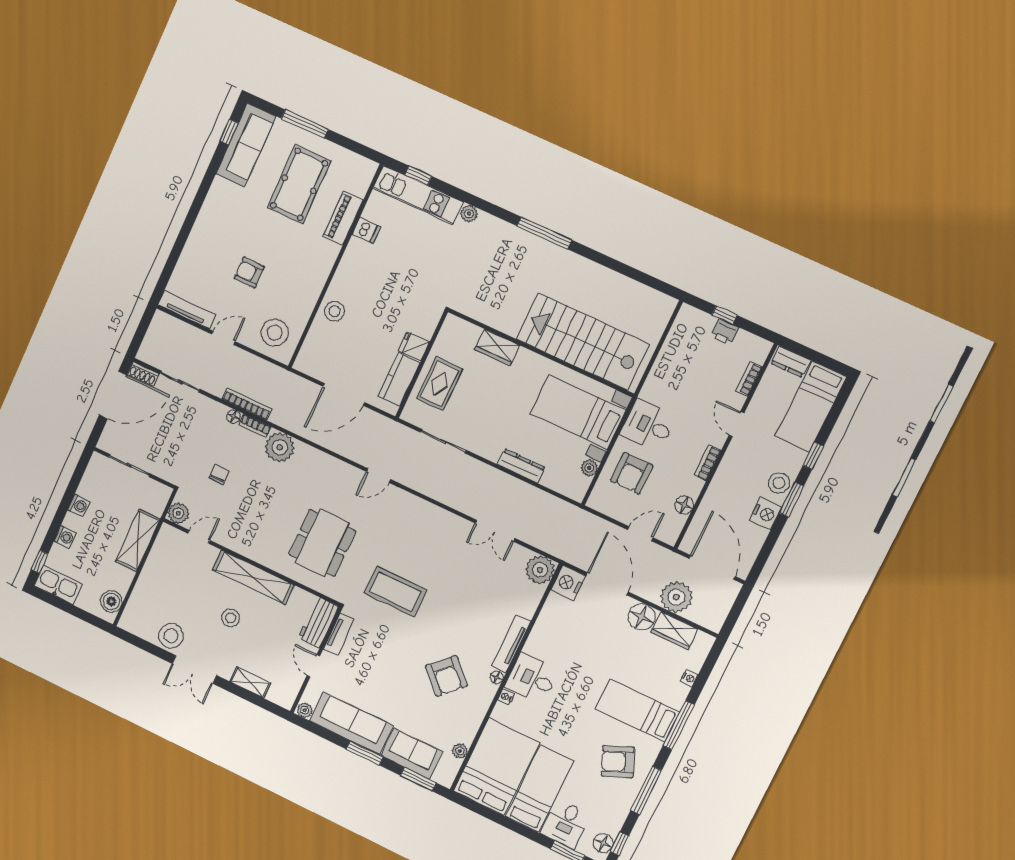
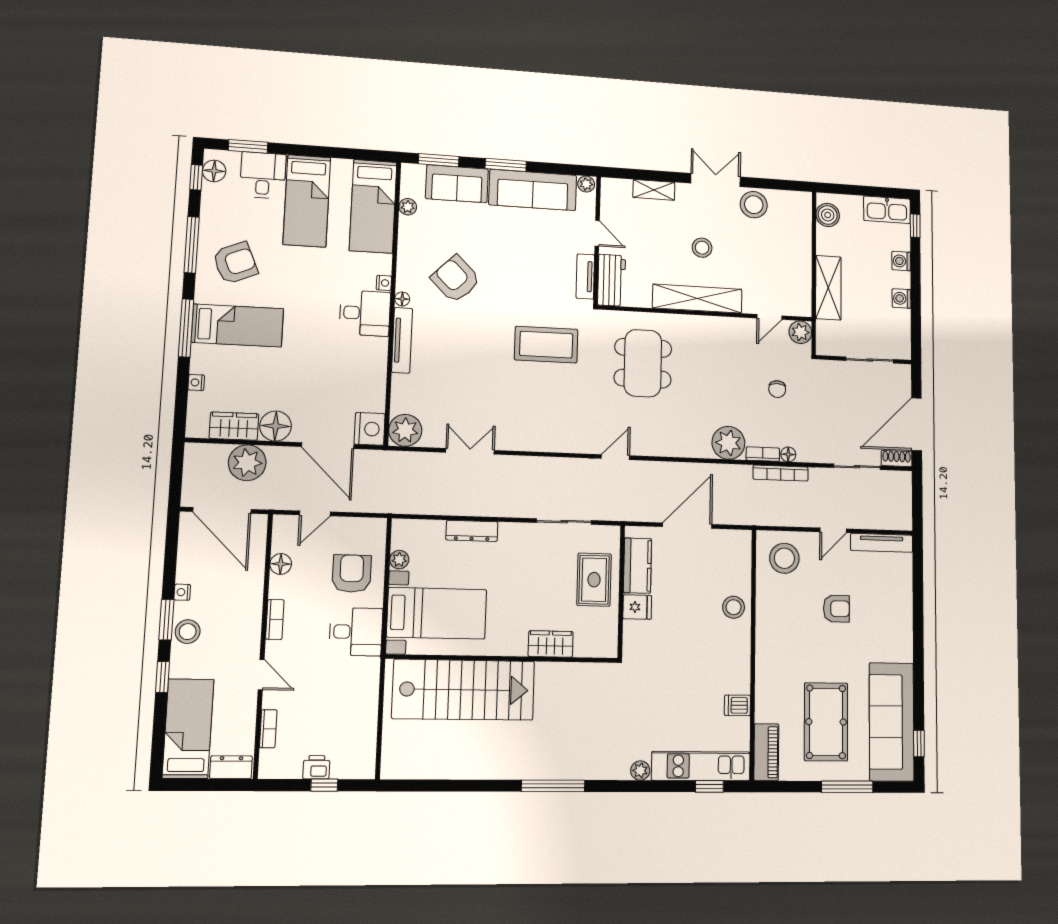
sofa: (246, 145) -> (892, 722), width x1.36, depth x1.27
piano: (343, 218) -> (766, 752), moved
nightstand: (765, 514) -> (182, 592), width x0.53, depth x0.56
bed: (496, 767) -> (373, 206), width x0.67

